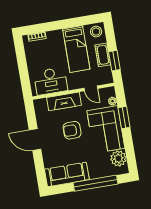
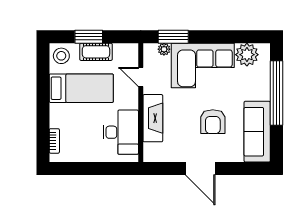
window: (114, 61) -> (89, 37), moved
door: (91, 88) -> (141, 77), swing flipped
window: (124, 118) -> (173, 37), moved
armchair: (72, 130) -> (213, 122), moved
door: (35, 140) -> (200, 169), hinge flipped

